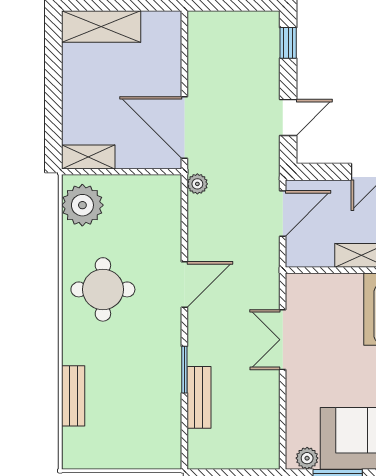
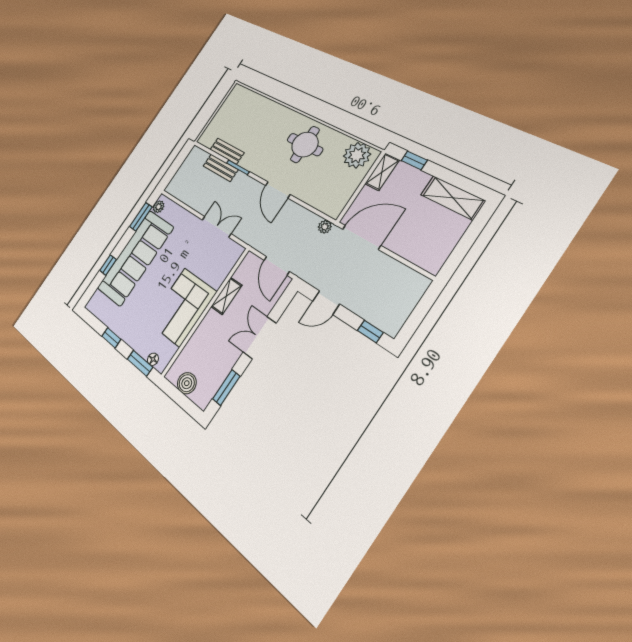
shelving: (101, 27) -> (453, 198), moved, turned 90
door: (288, 117) -> (326, 303), hinge flipped
window: (53, 126) -> (414, 160), added
bench: (73, 396) -> (227, 151), moved

